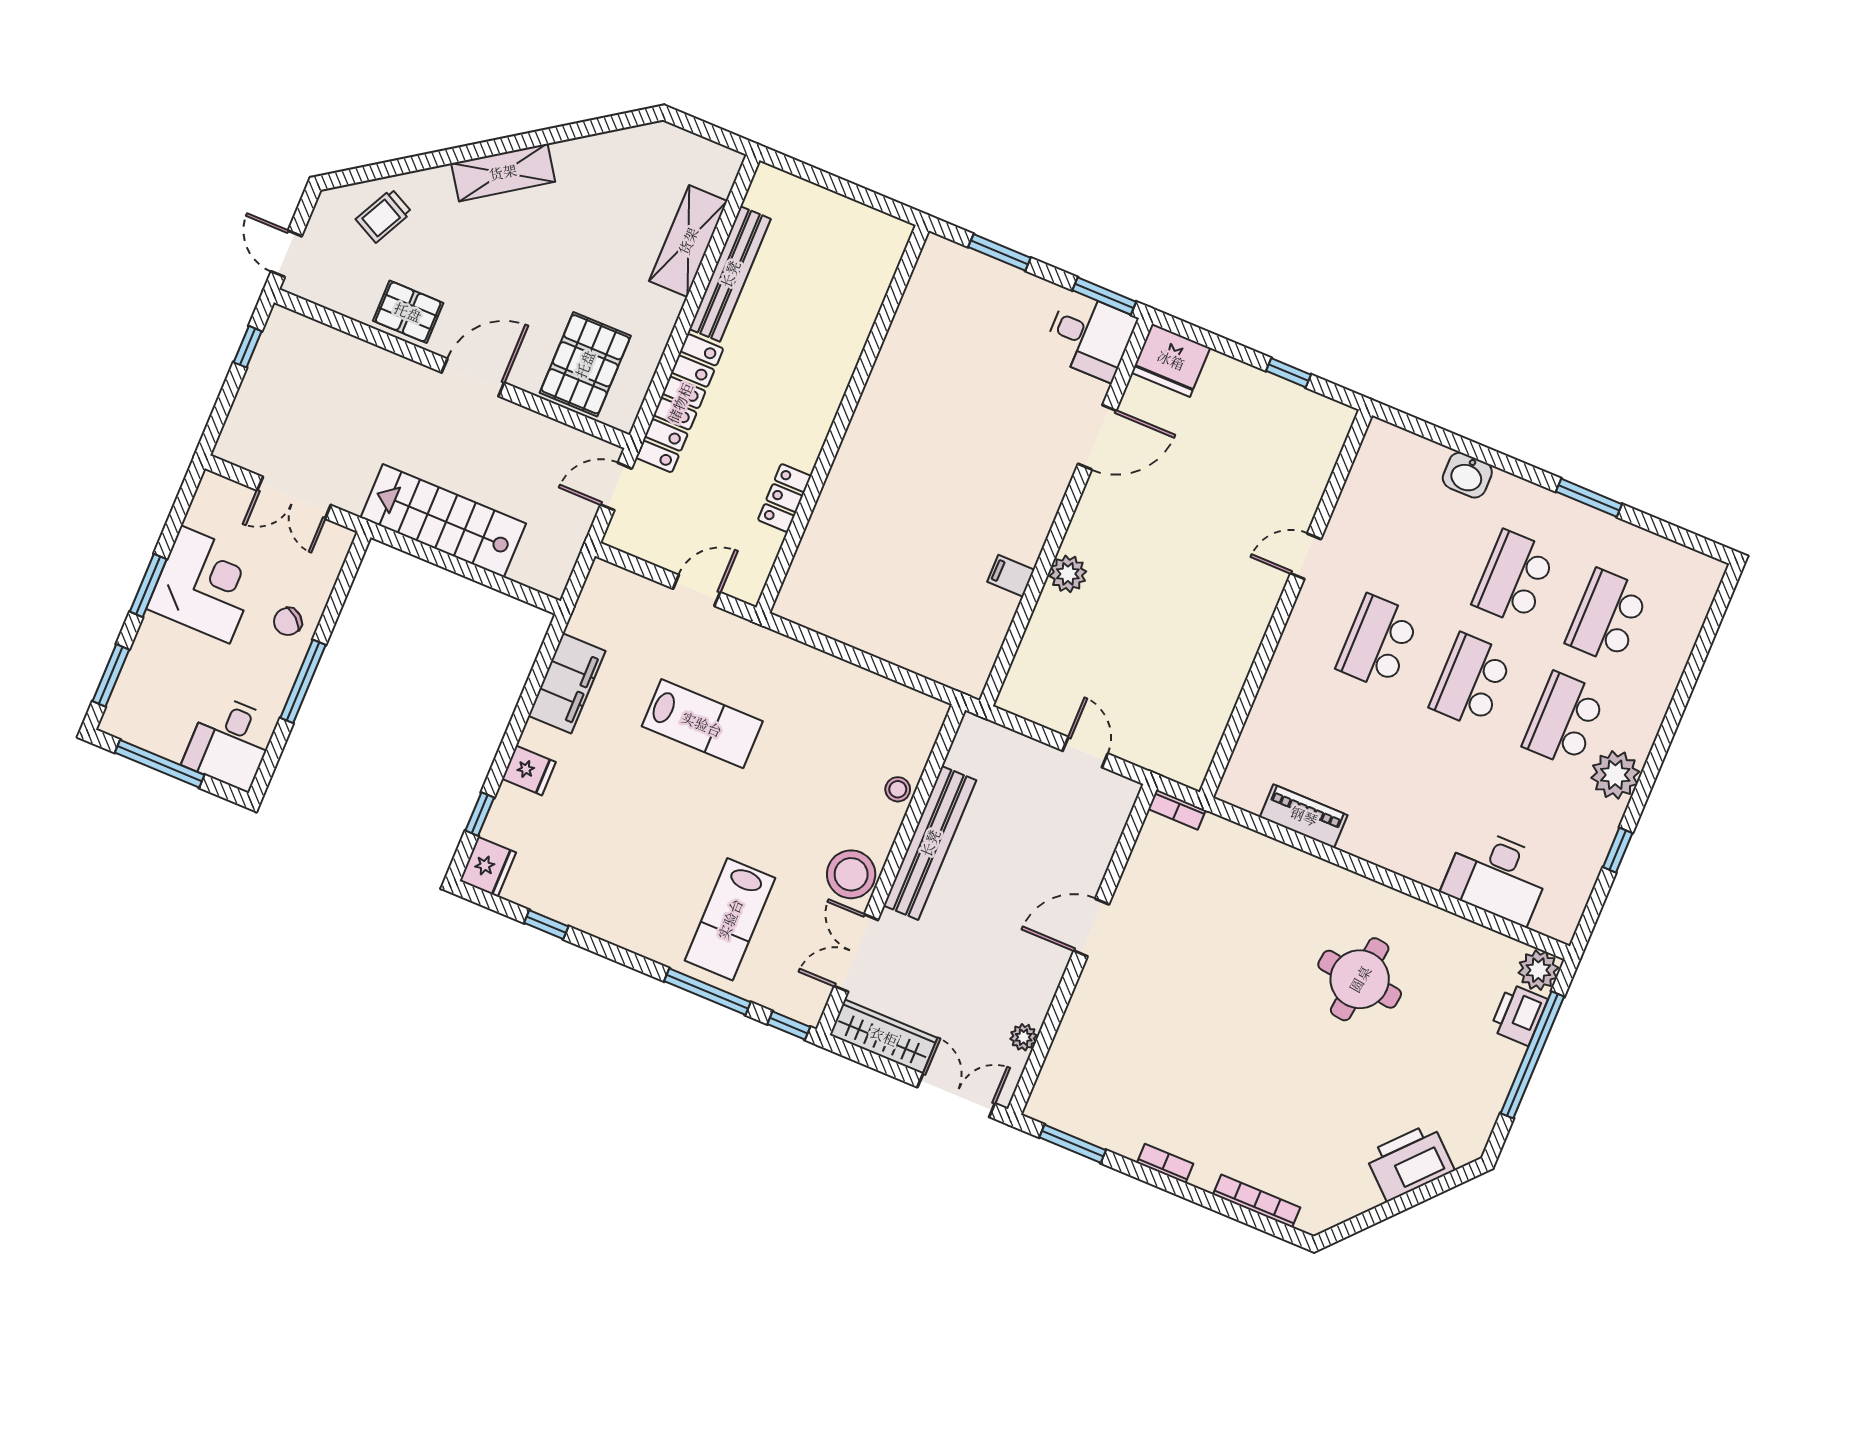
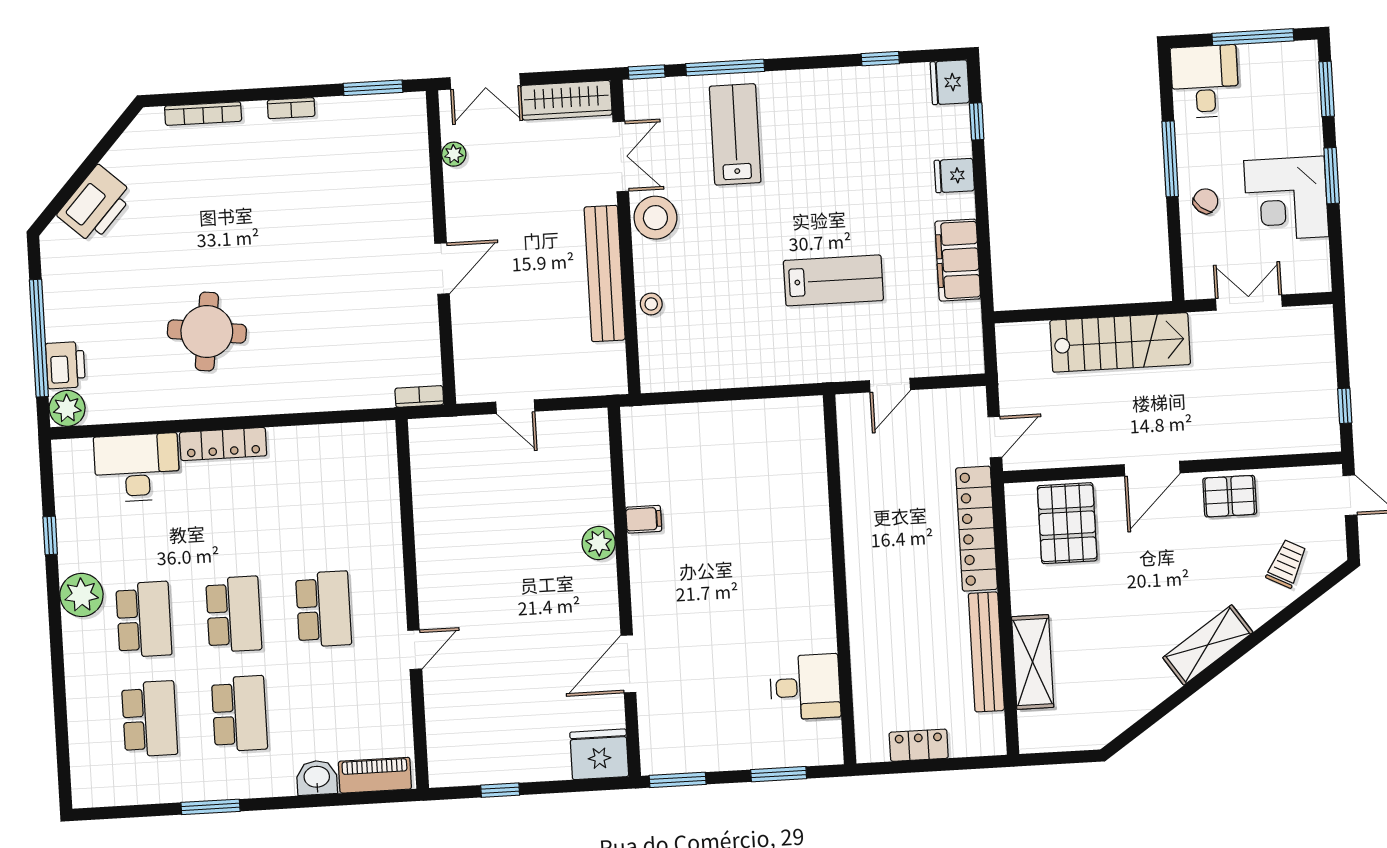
desk: (1090, 336) -> (805, 687), moved, turned 180
locker: (785, 498) -> (919, 745), moved, turned -90
lab bench: (702, 724) -> (833, 280), turned 180
piano: (1304, 816) -> (375, 775), moved, turned 180
locker: (1398, 858) -> (223, 444), added

